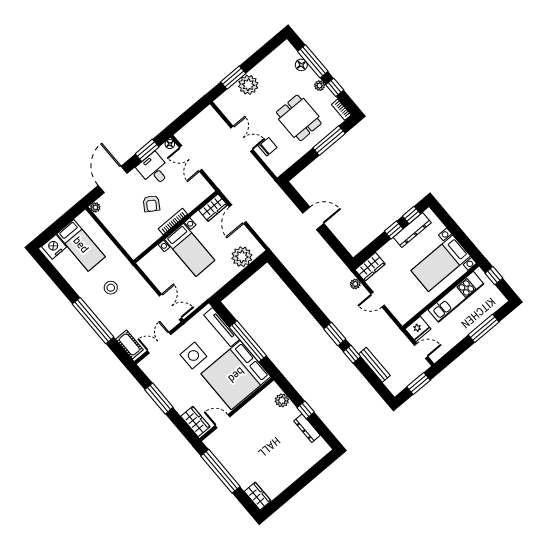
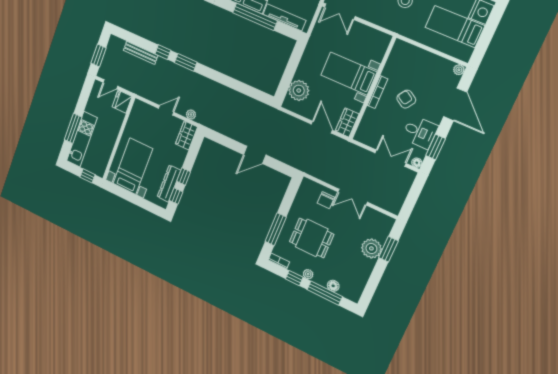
kitchen unit: (456, 297) -> (82, 139), moved, turned 180

